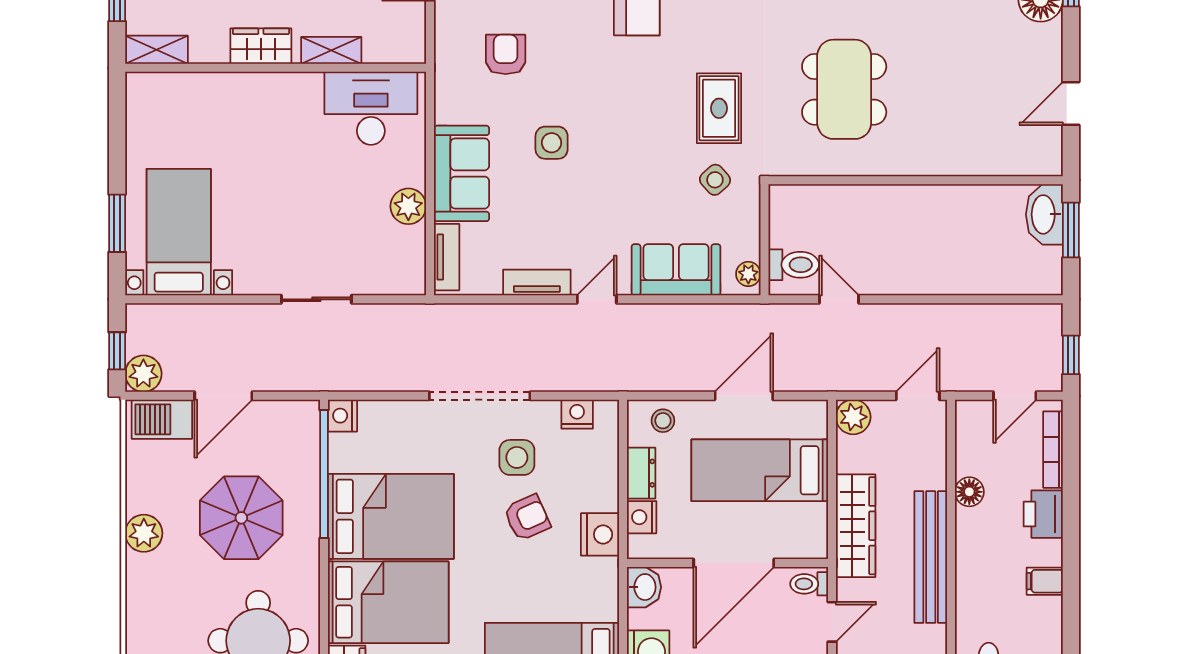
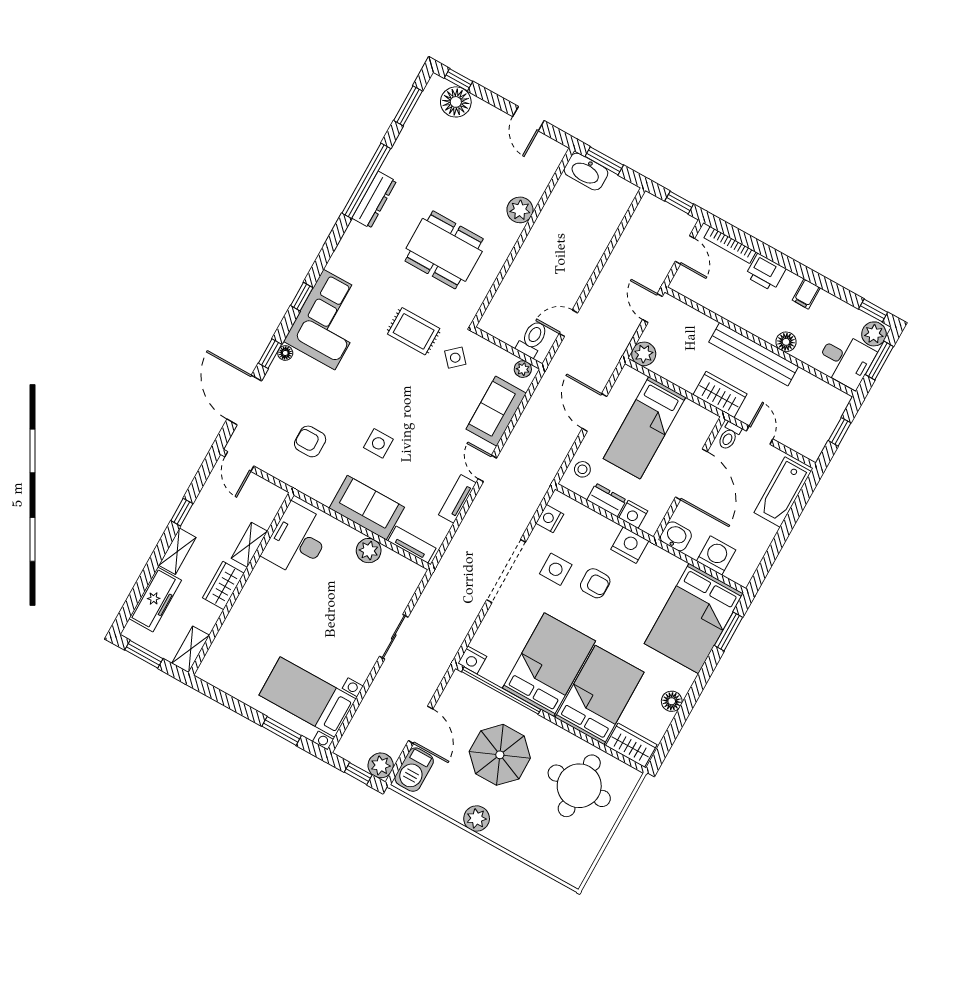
plant: (949, 158) -> (520, 210), added
floor lamp: (969, 492) -> (786, 342), moved
armchair: (527, 518) -> (595, 583), turned 114
wardrobe: (856, 526) -> (720, 394), width x0.67

